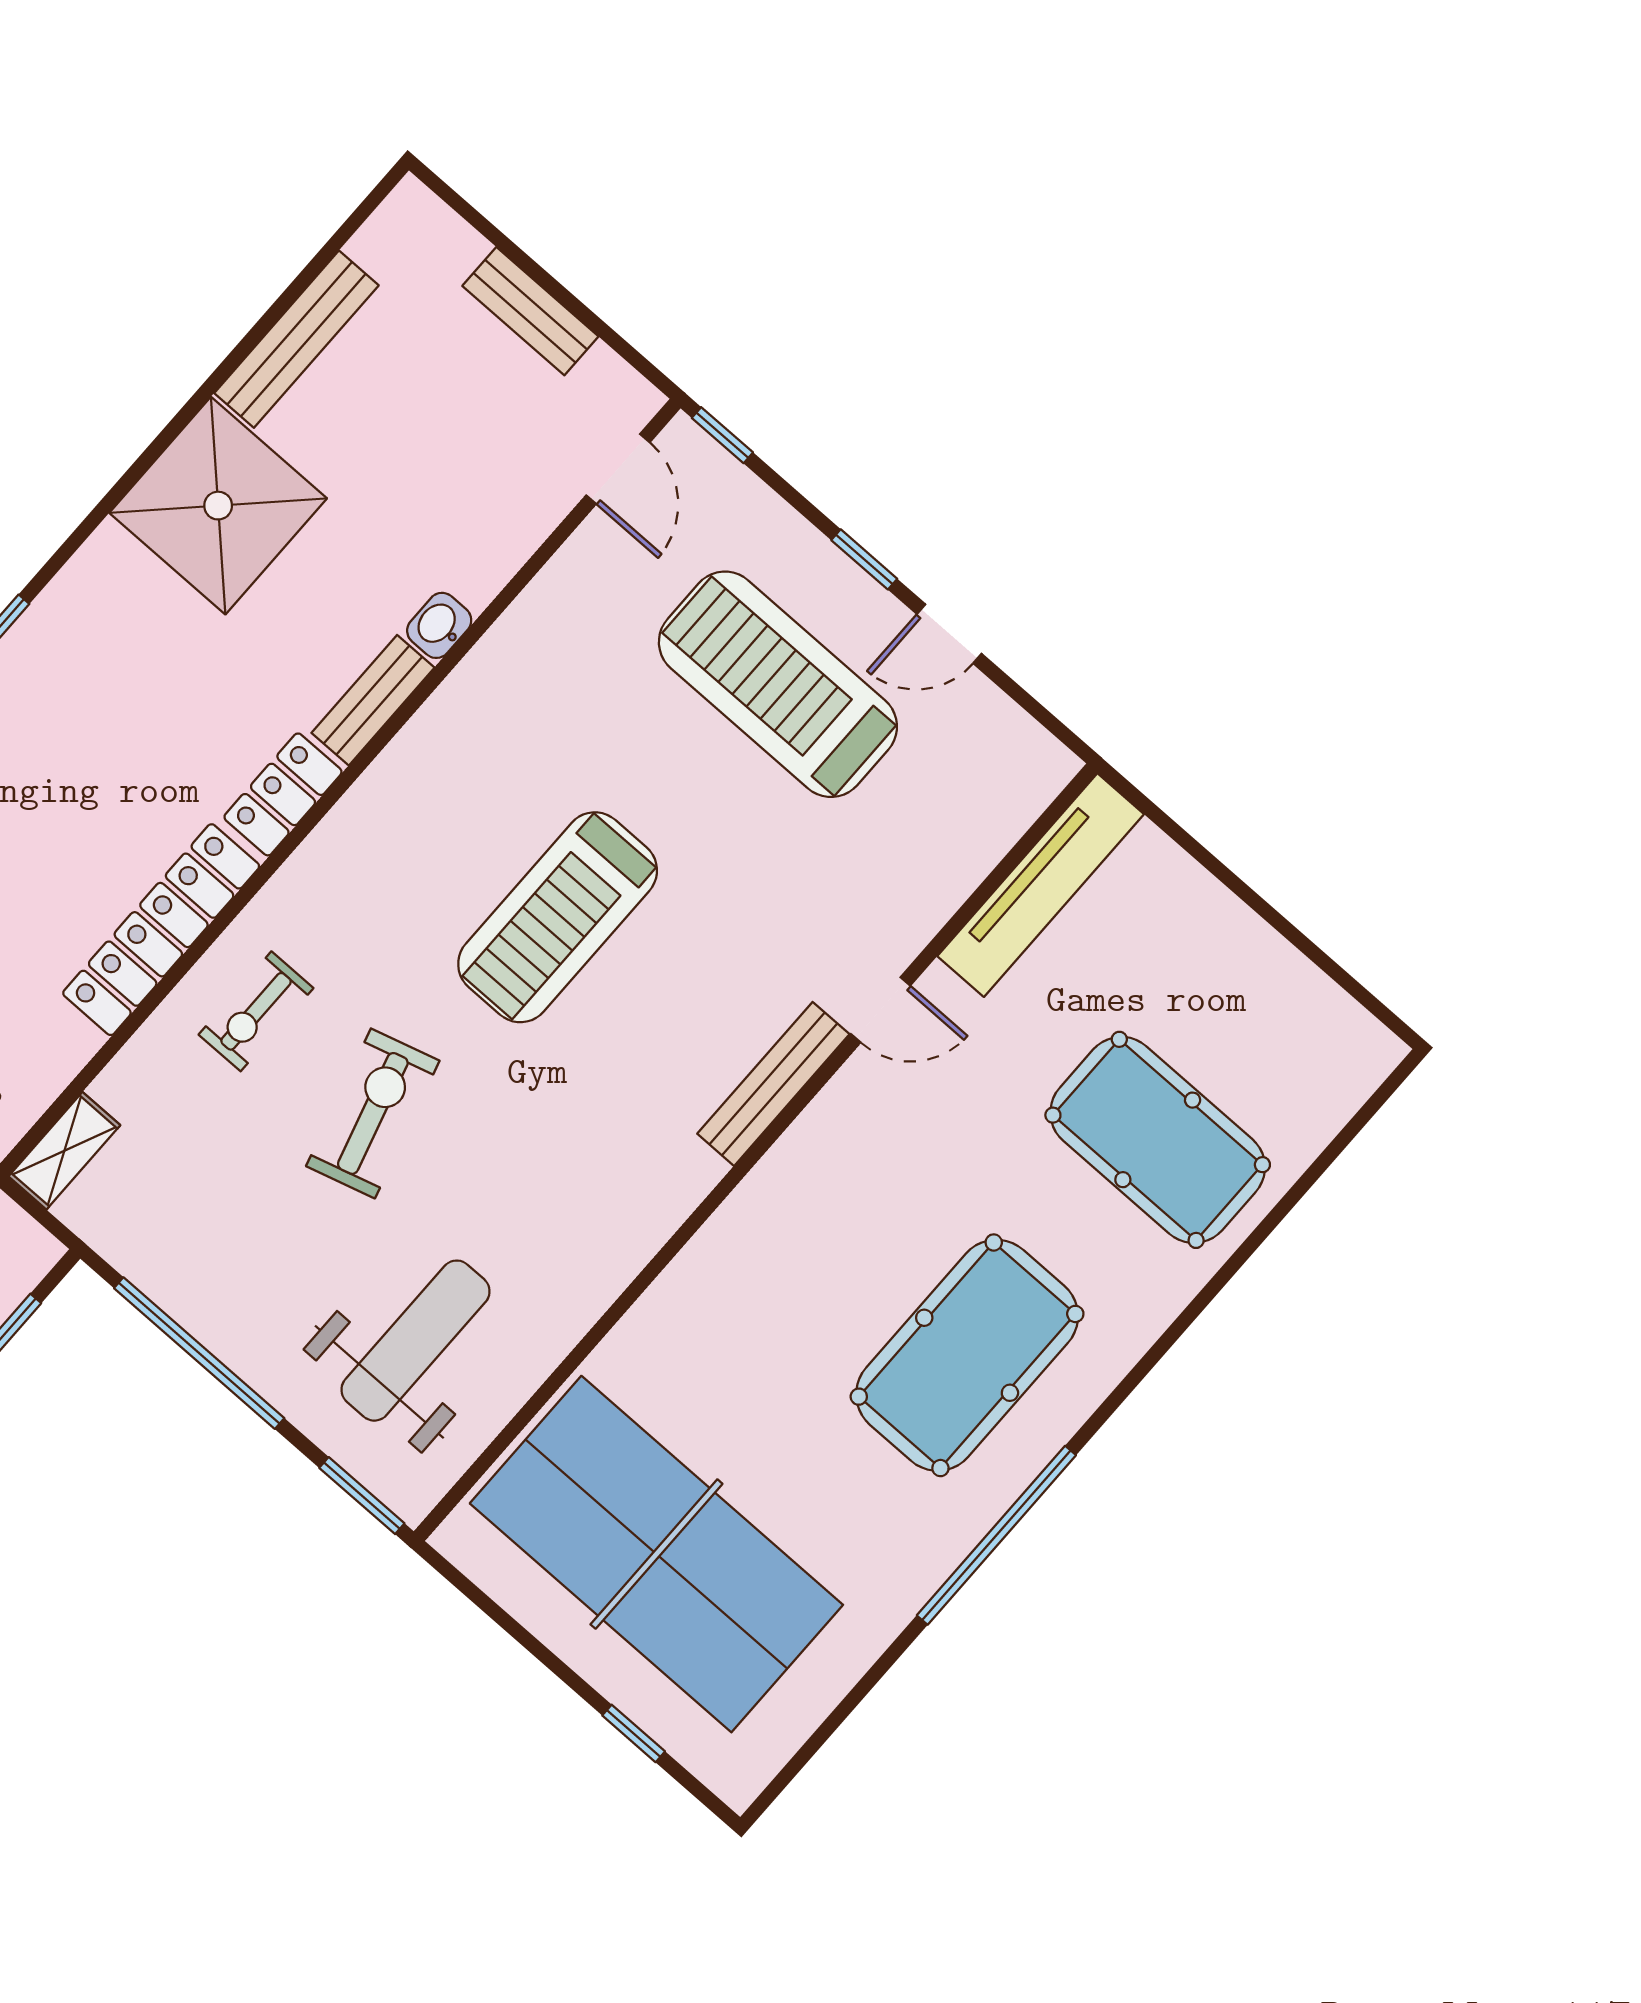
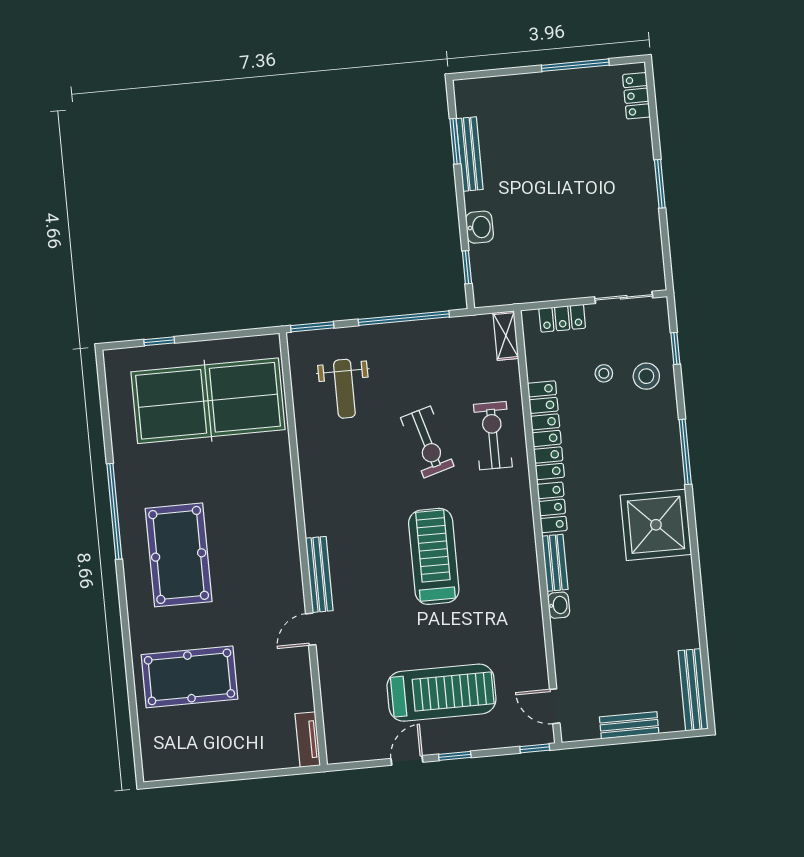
bench: (296, 339) -> (693, 690), moved
shower: (218, 506) -> (656, 525), moved
tv unit: (1041, 885) -> (308, 740), width x0.52, depth x0.78
exercise bike: (256, 1011) -> (493, 436), width x1.38, depth x1.39
weight bench: (415, 1341) -> (344, 389), width x0.73, depth x0.75

